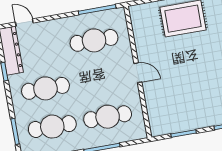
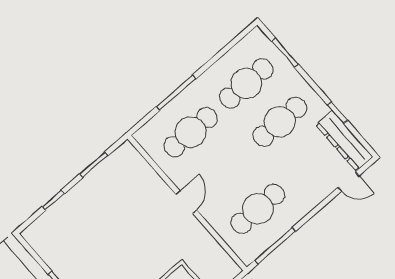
door: (138, 73) -> (186, 202), swing flipped

